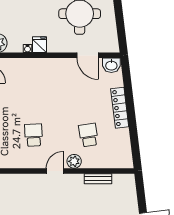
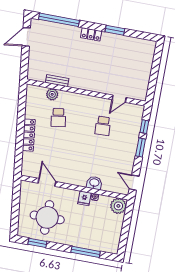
washbasin: (111, 65) -> (94, 183), moved
plant: (74, 161) -> (52, 94), moved
door: (55, 171) -> (119, 99), moved

